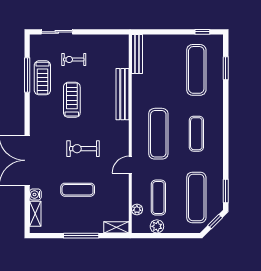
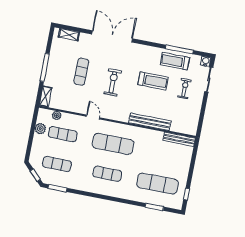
water cooler: (35, 194) -> (206, 61), moved
exercise mat: (196, 198) -> (57, 164), width x0.73, depth x0.69

